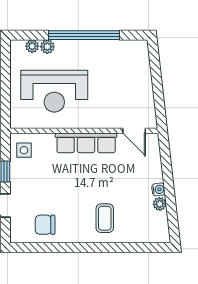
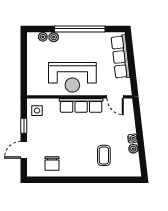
row of seats: (142, 74) -> (121, 57), added
reception desk: (54, 91) -> (72, 77), moved
coffee table: (105, 218) -> (104, 155), moved
chair: (45, 225) -> (52, 163), turned -90

